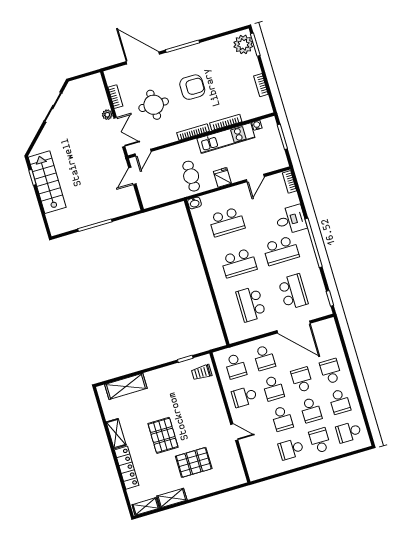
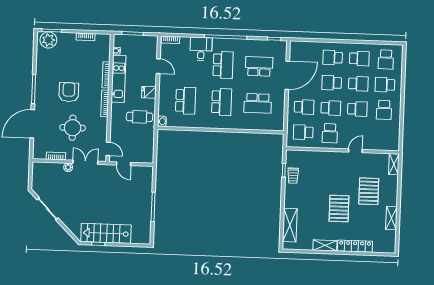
school desk: (235, 366) -> (303, 132), turned 180
trolley: (202, 372) -> (293, 176), moved
pallet: (163, 435) -> (339, 208), turned 90
shelving: (146, 506) -> (394, 164), moved

